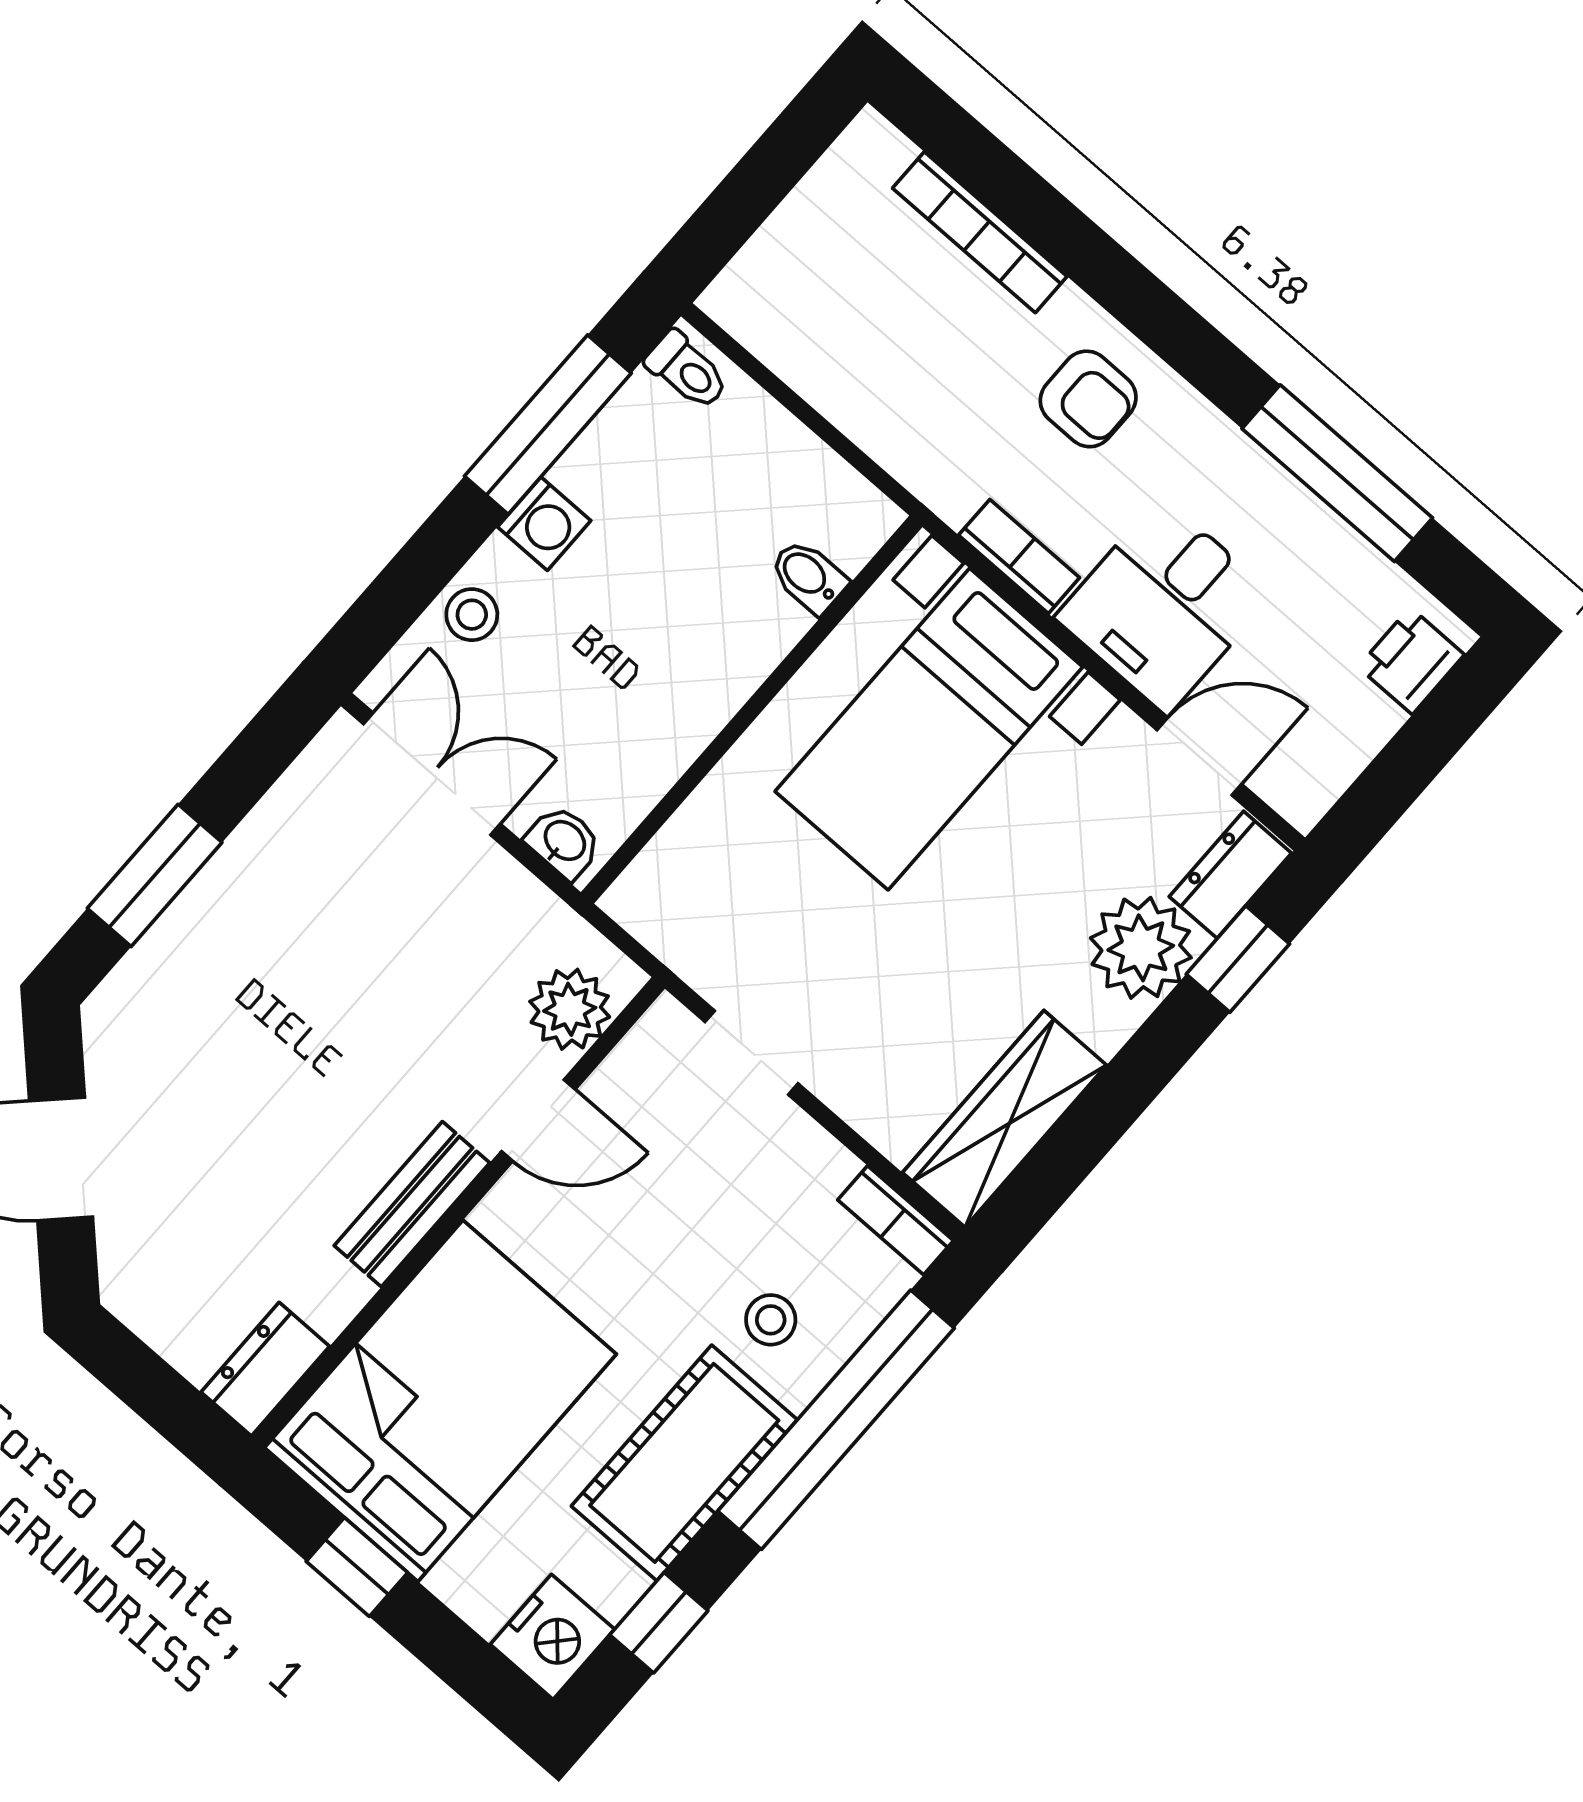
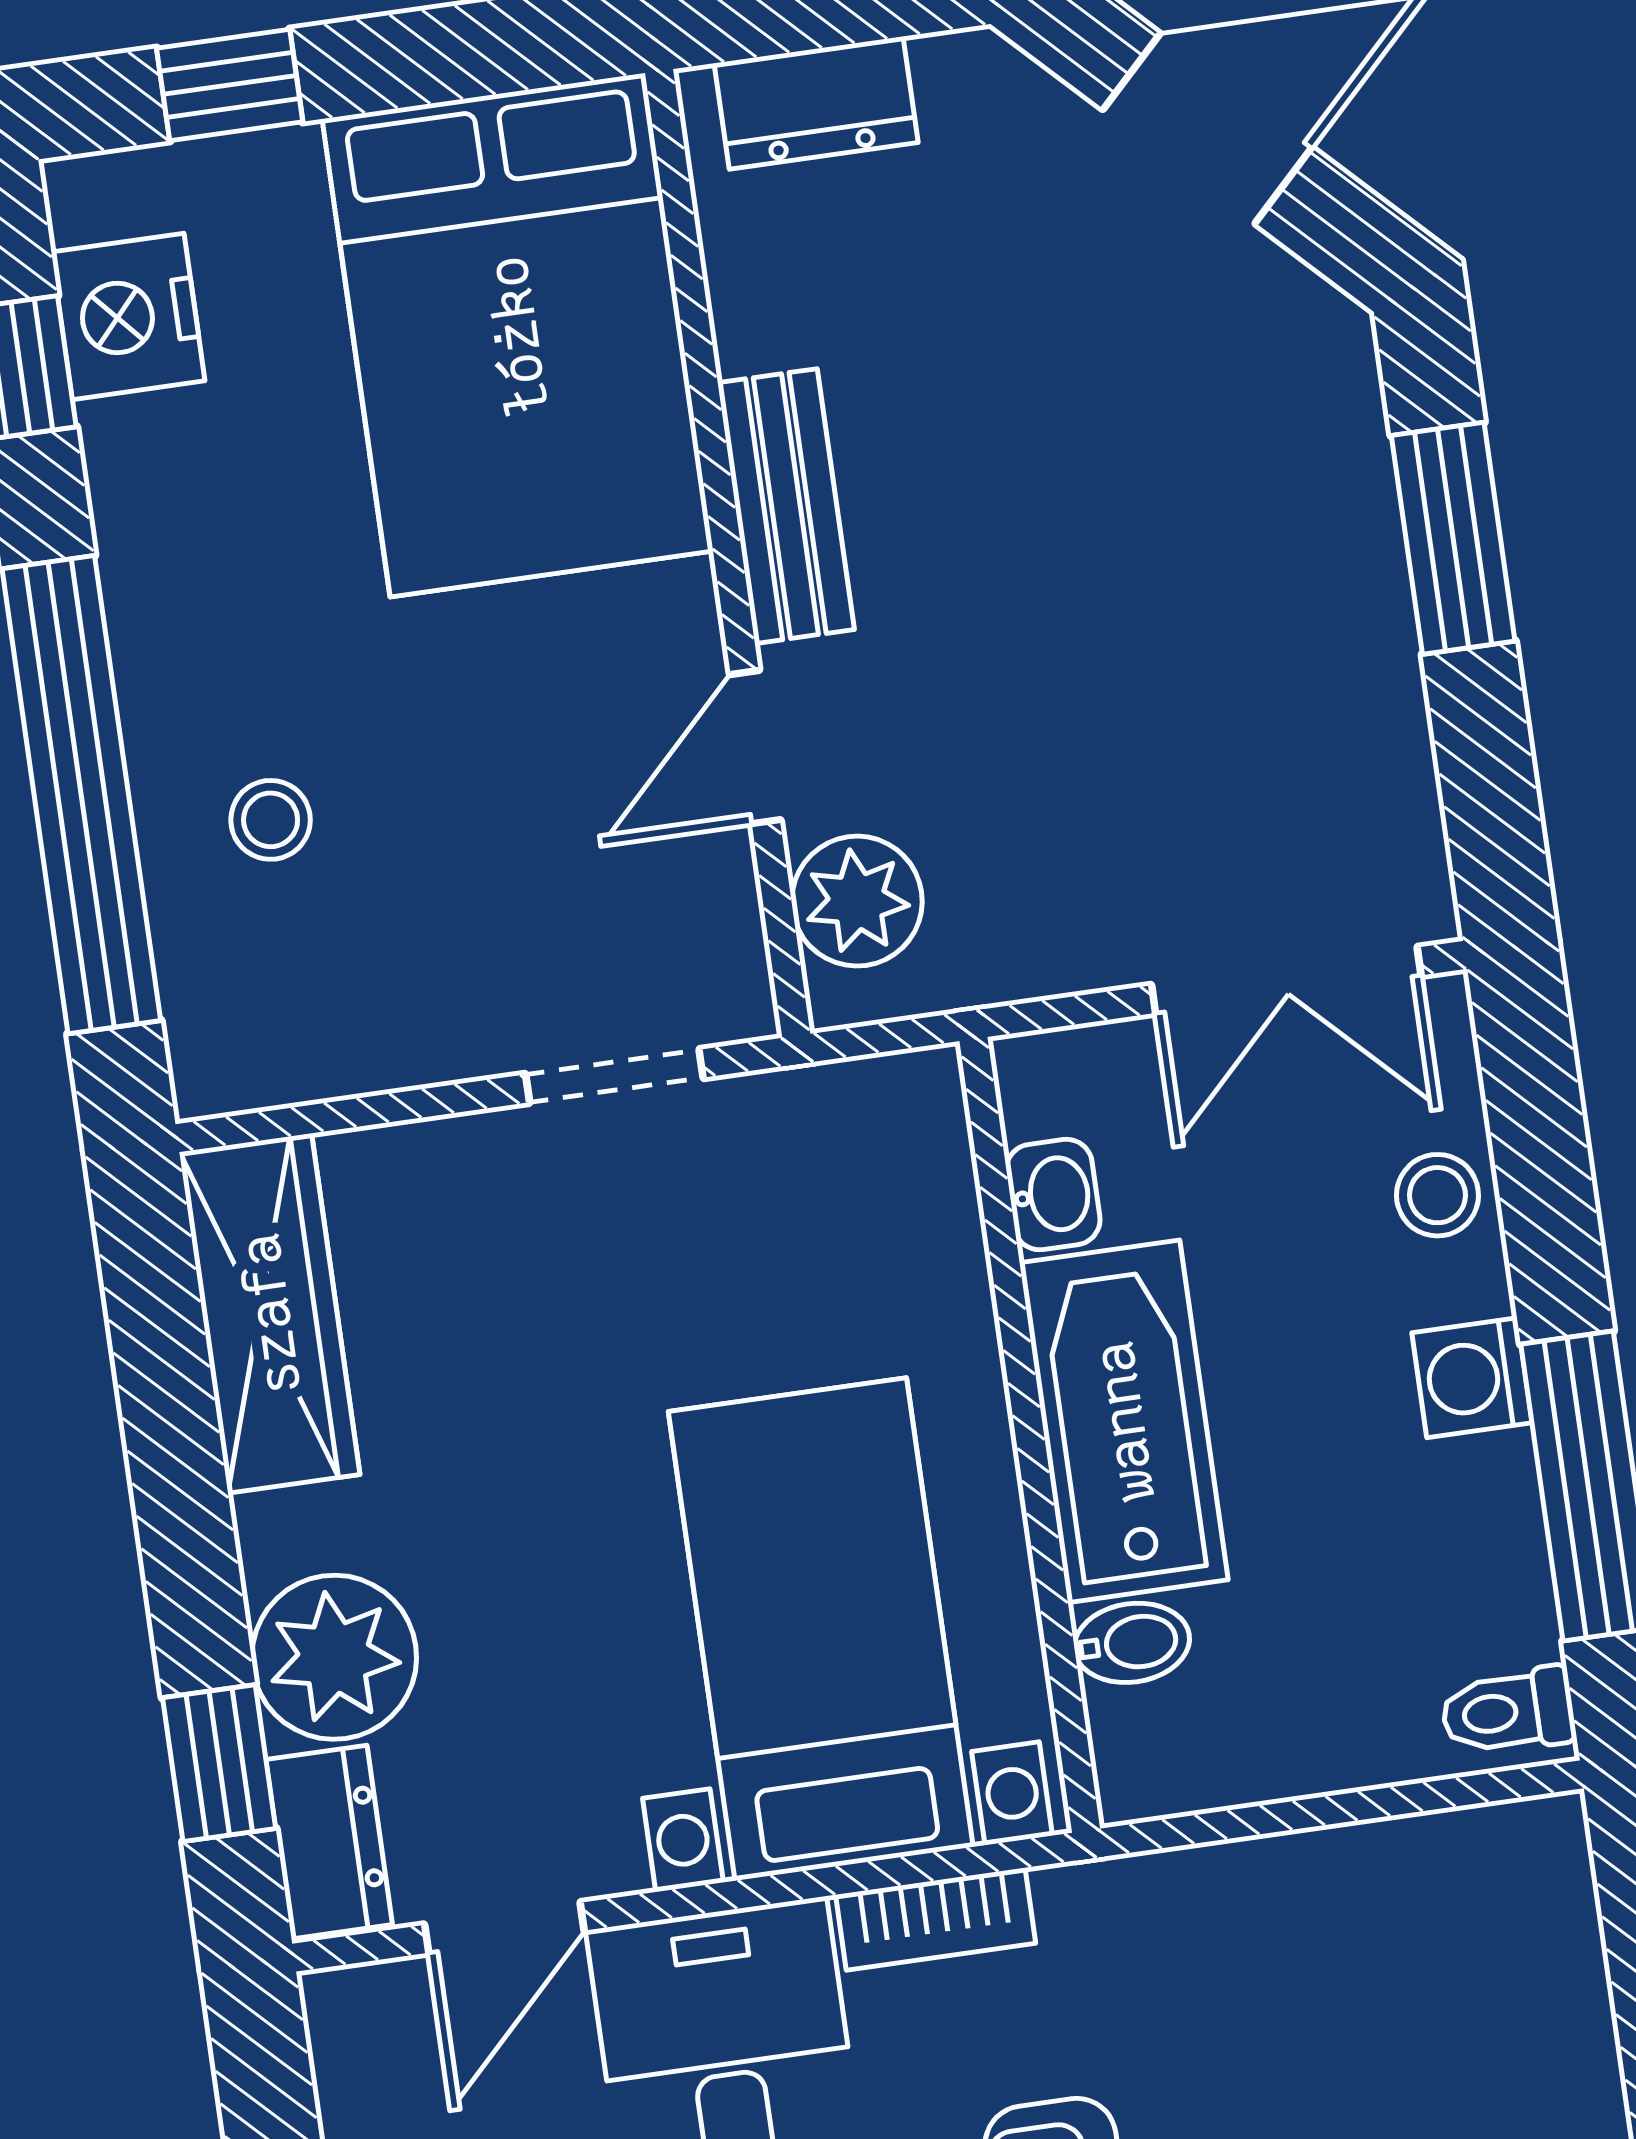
bathtub: (707, 671) -> (1124, 1421), added
washbasin: (564, 842) -> (1053, 1195), moved, turned -90
bookcase: (896, 1220) -> (261, 1075), removed
dresser: (265, 1369) -> (816, 103), moved, turned 90
cot: (684, 1463) -> (188, 566), removed
window: (357, 1567) -> (230, 85), moved
nightstand: (552, 1637) -> (128, 316), moved

